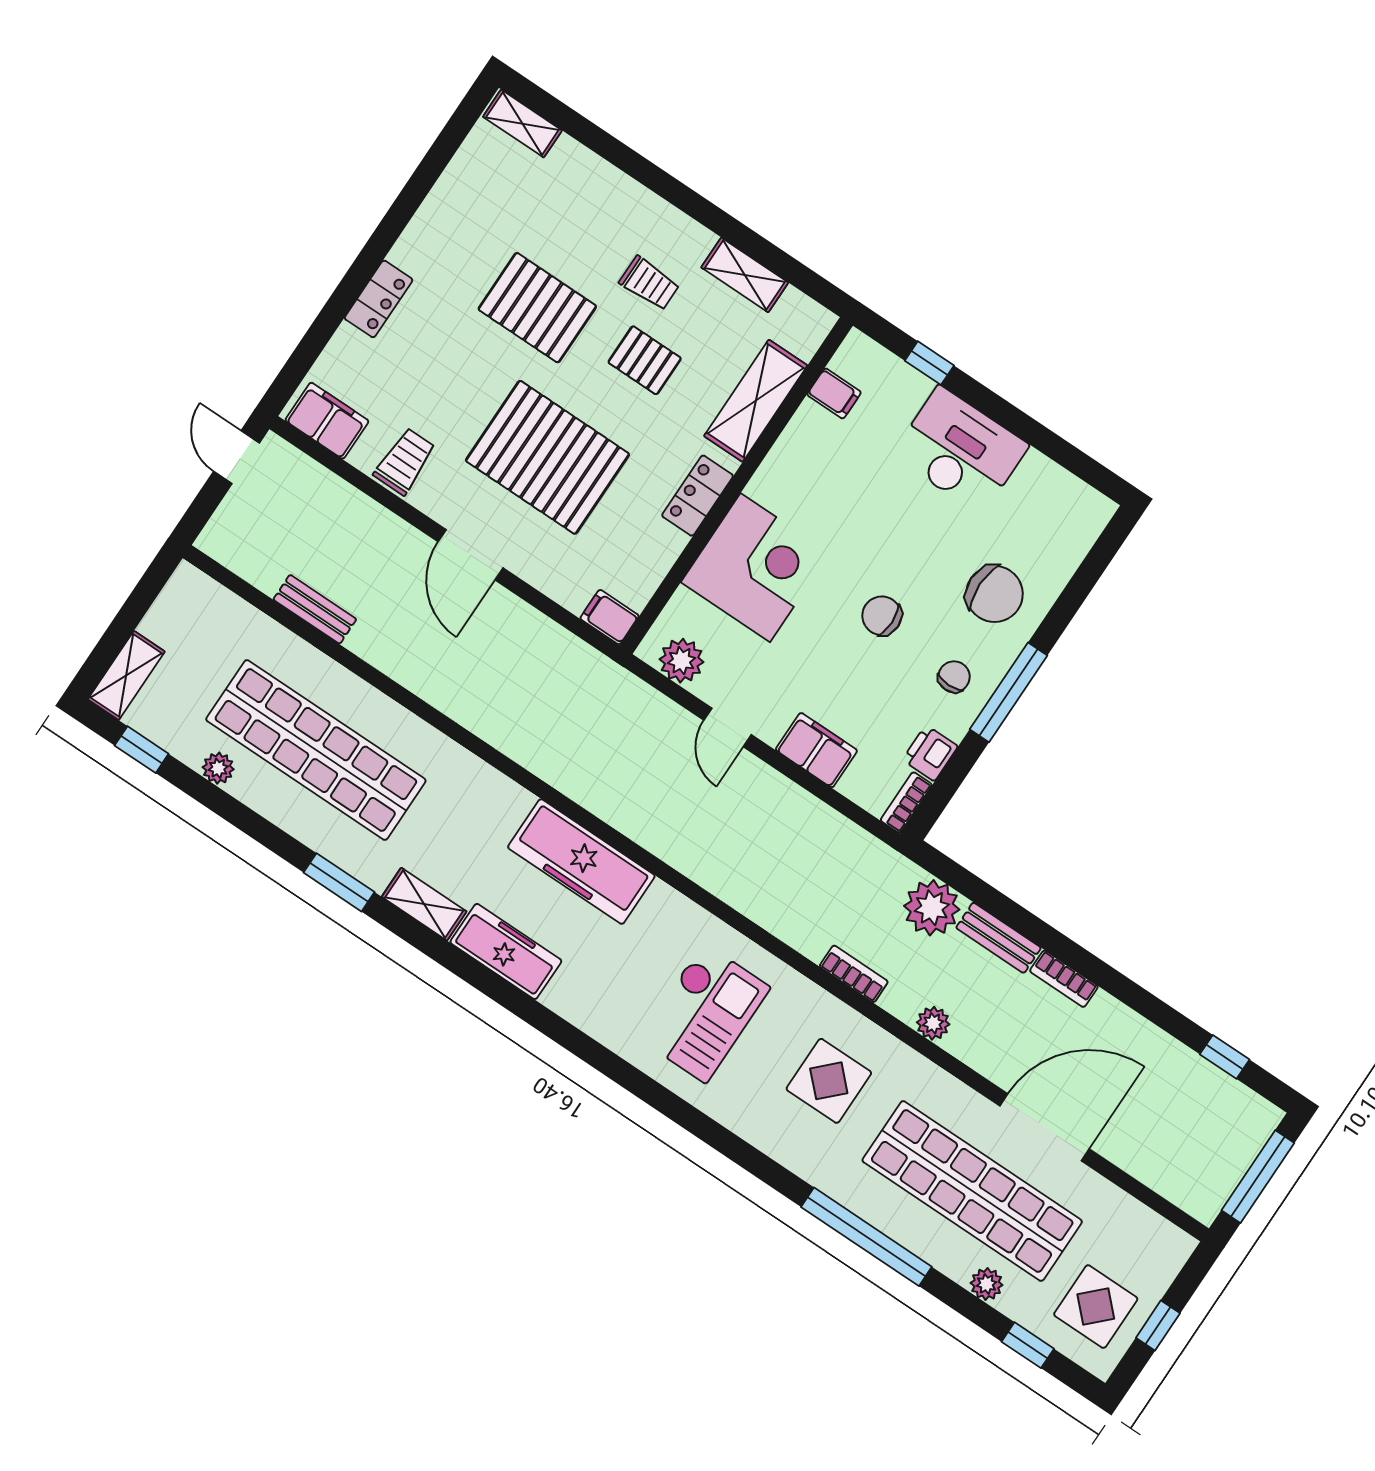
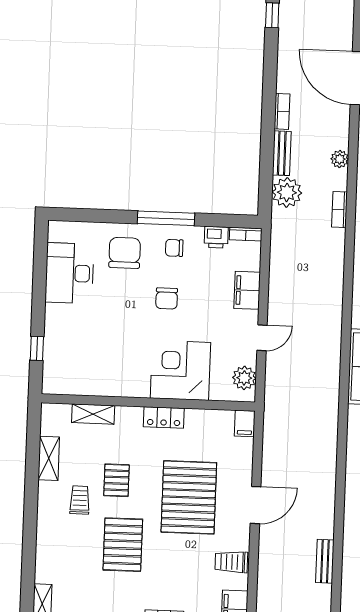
filing cabinet: (834, 393) -> (78, 384), removed
shelving: (756, 401) -> (93, 414), width x0.67, depth x0.75
desk: (960, 450) -> (70, 273), moved

